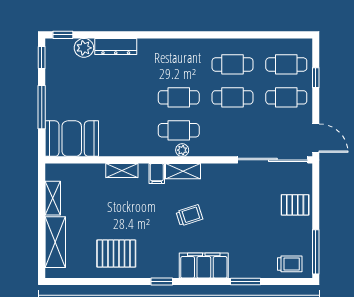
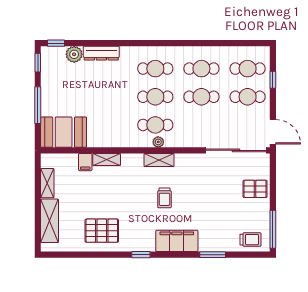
cafe table: (179, 64) -> (155, 69), added
filing cabinet: (157, 174) -> (85, 162), moved
trolley: (189, 215) -> (164, 198), turned 108

